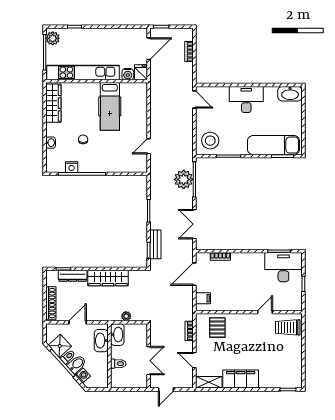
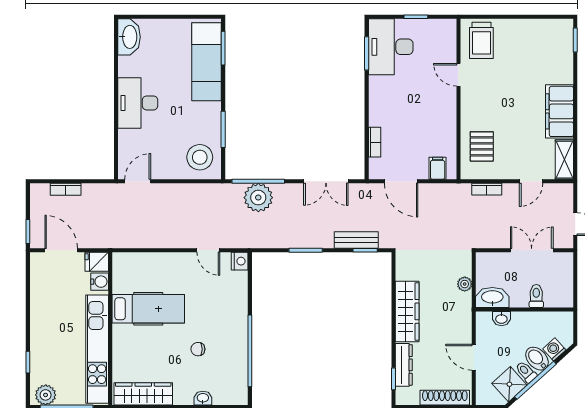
nightstand: (72, 167) -> (240, 261), moved
pallet: (217, 328) -> (482, 146), turned 90
washbasin: (101, 341) -> (501, 319), width x0.52, depth x0.69

